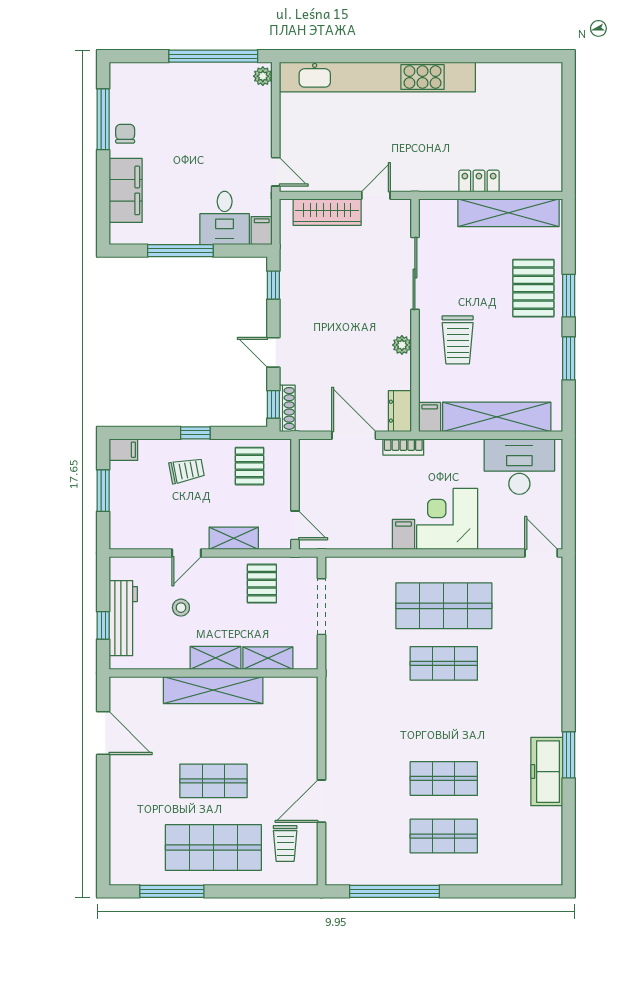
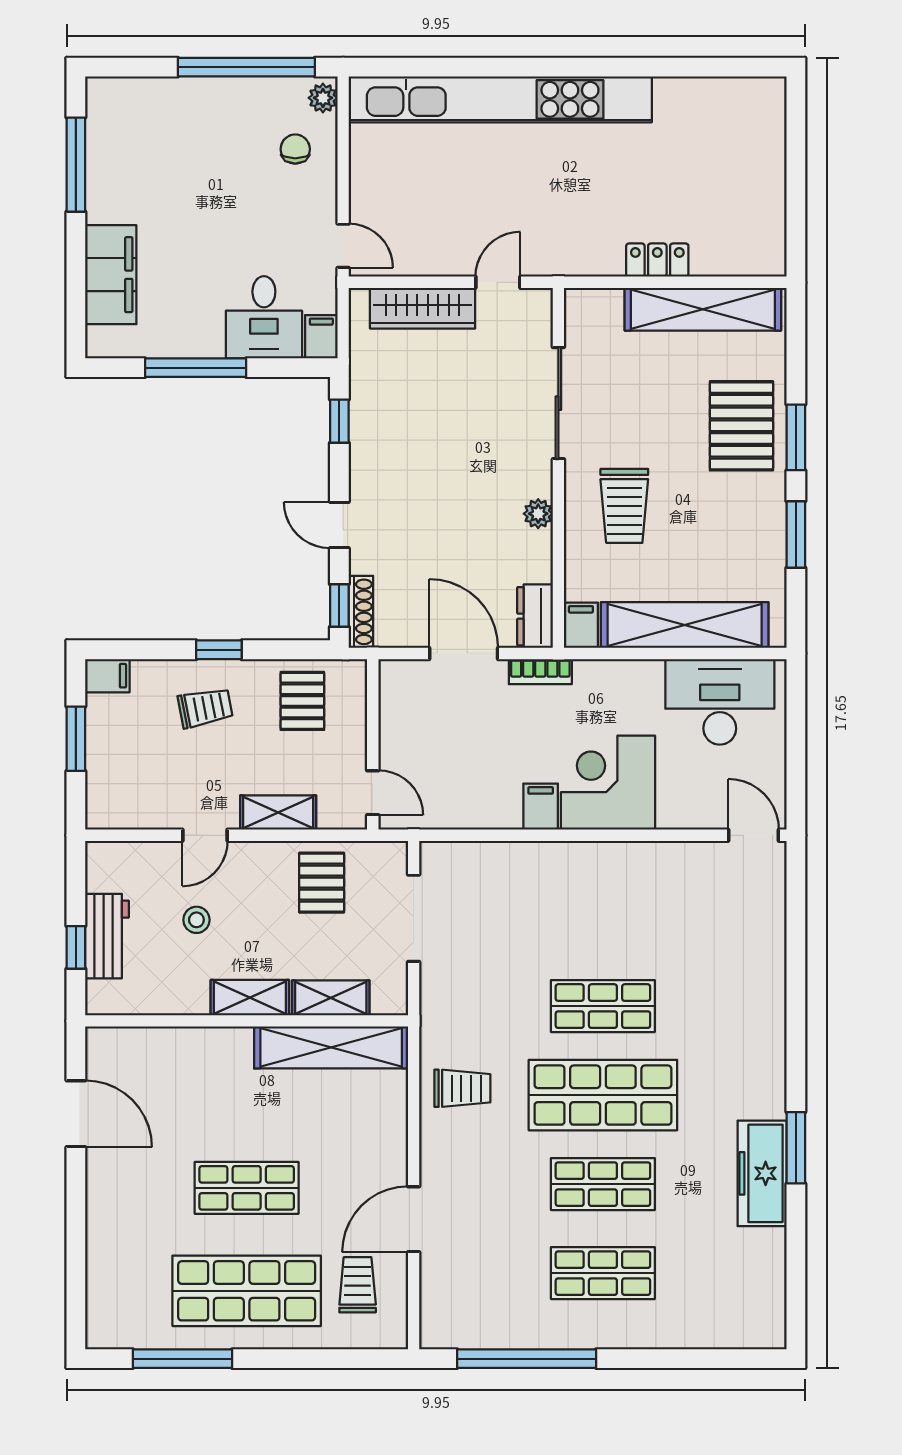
chair: (125, 134) -> (295, 149), moved
shop shelf: (444, 606) -> (603, 1095), moved
workbench: (123, 618) -> (107, 936), width x0.73
shelving: (213, 690) -> (331, 1047), moved
trolley: (353, 717) -> (462, 1088), added
trolley: (285, 844) -> (358, 1285), turned 180

